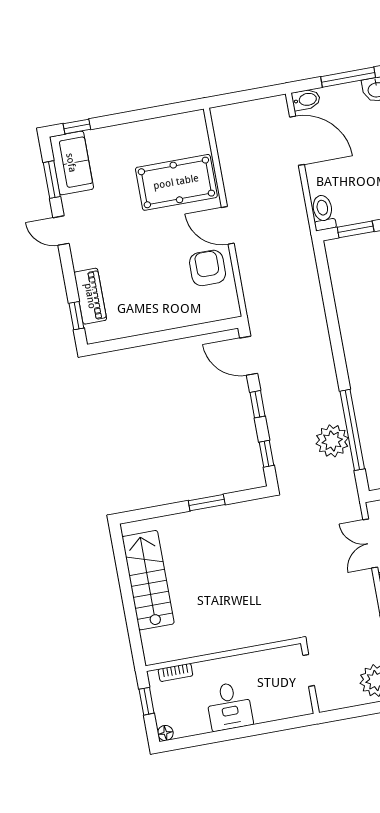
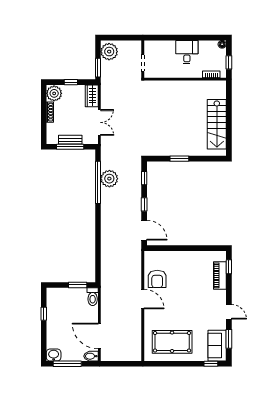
pool table: (176, 182) -> (172, 342), moved

